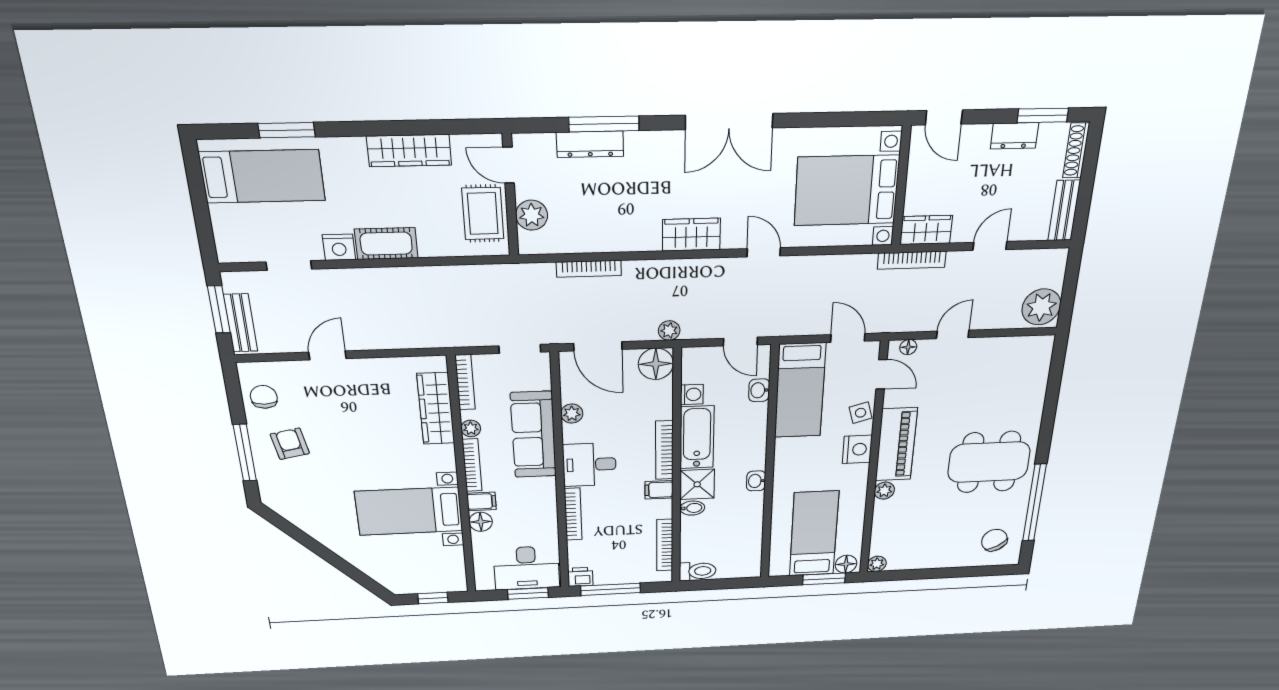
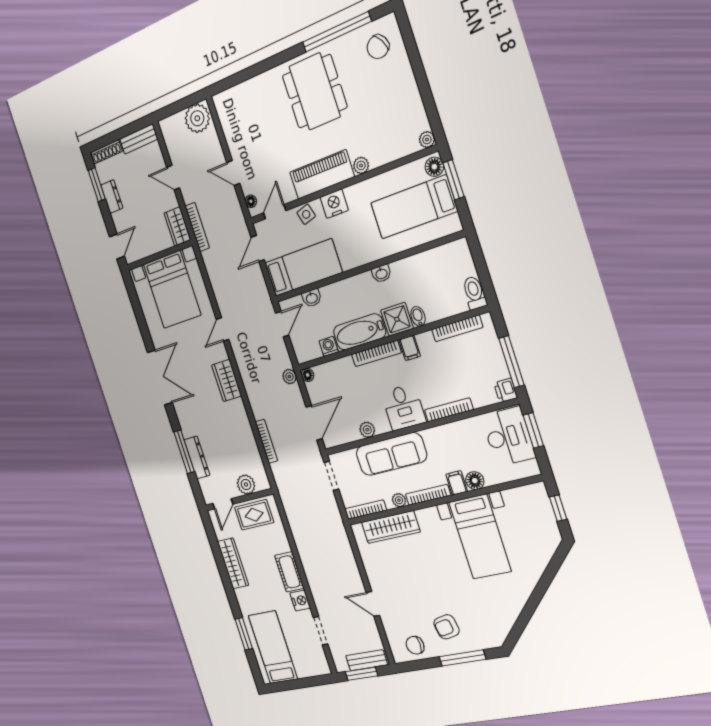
floor lamp: (656, 364) -> (308, 375), width x0.53, depth x0.53

